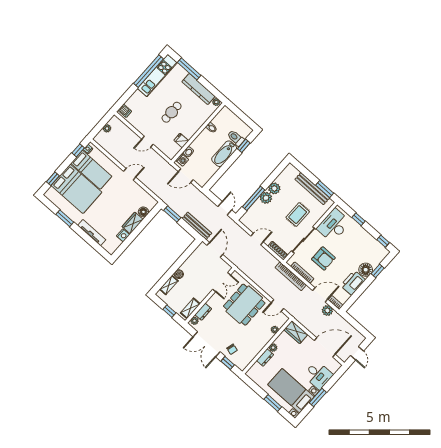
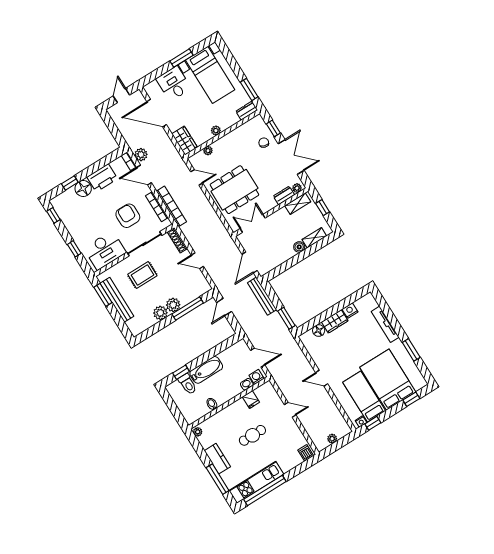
kitchen counter: (199, 89) -> (217, 459), width x0.67
dresser: (265, 358) -> (247, 111), moved
window: (273, 403) -> (249, 89), moved

